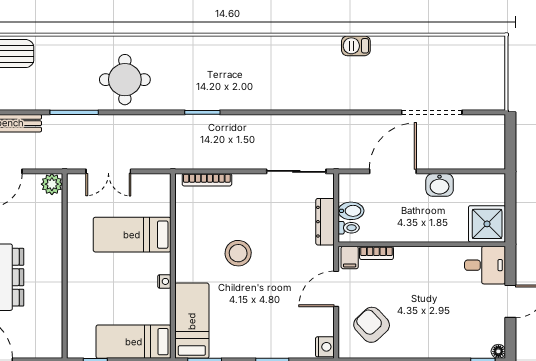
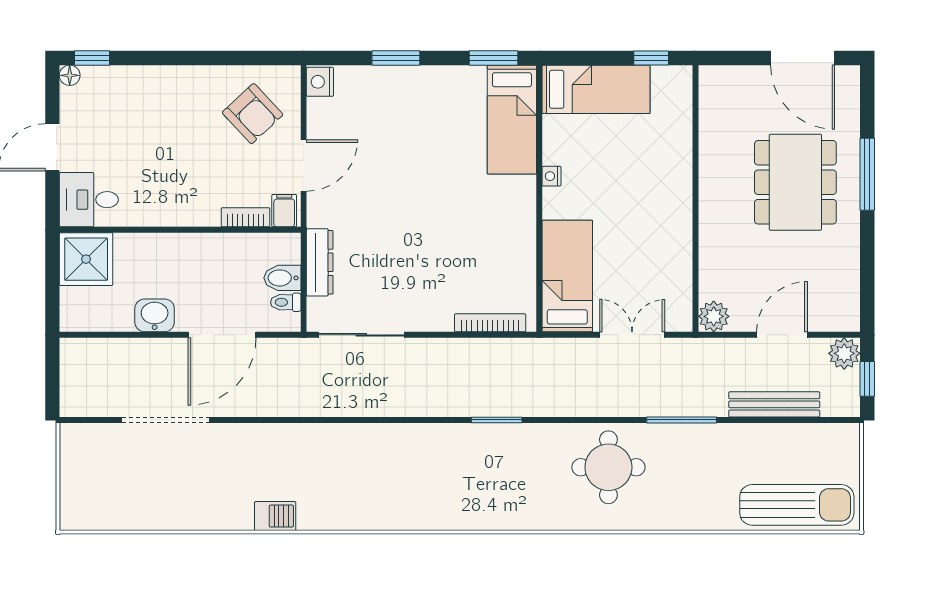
toilet: (349, 228) -> (286, 302), moved
bed: (132, 235) -> (567, 276), moved, turned -90
stool: (238, 253) -> (445, 217), removed

